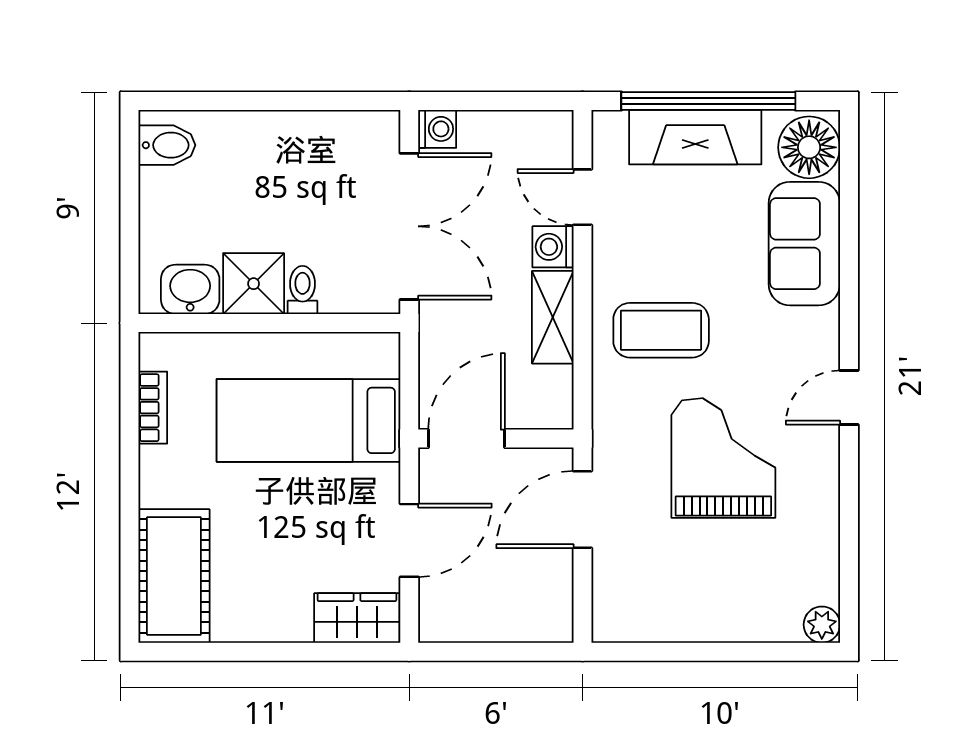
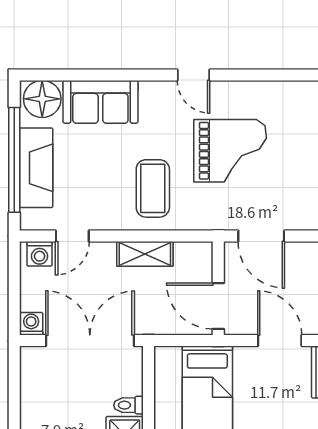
washing machine: (553, 247) -> (40, 254), moved
grand piano: (723, 458) -> (230, 151), turned 180

